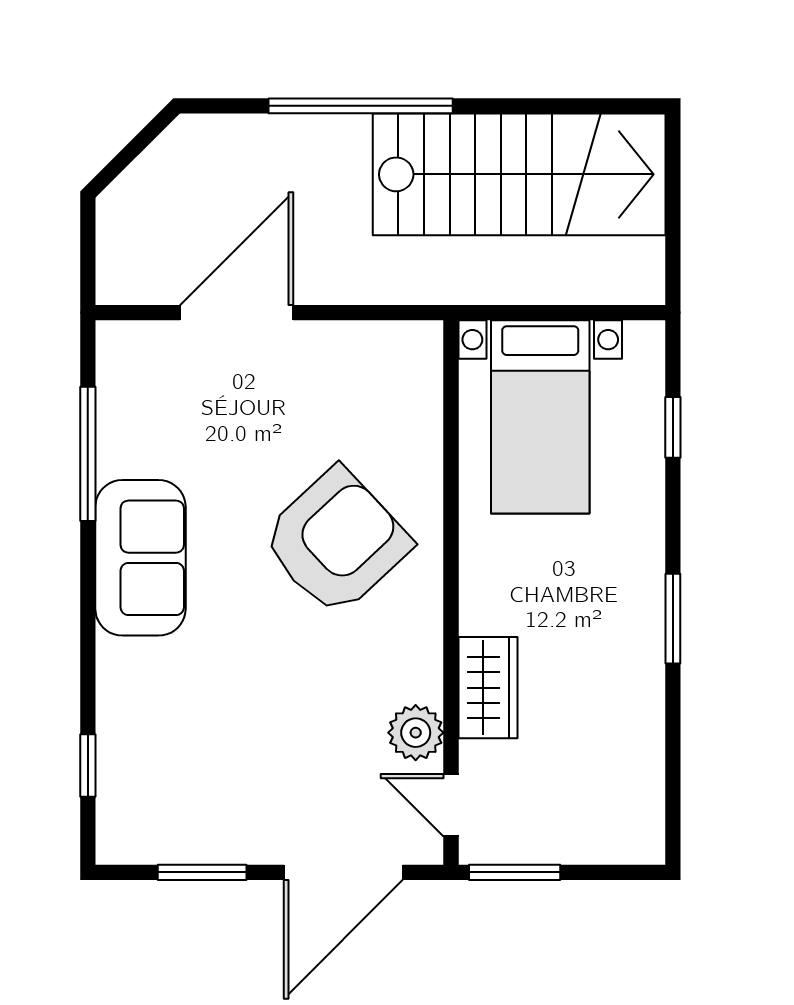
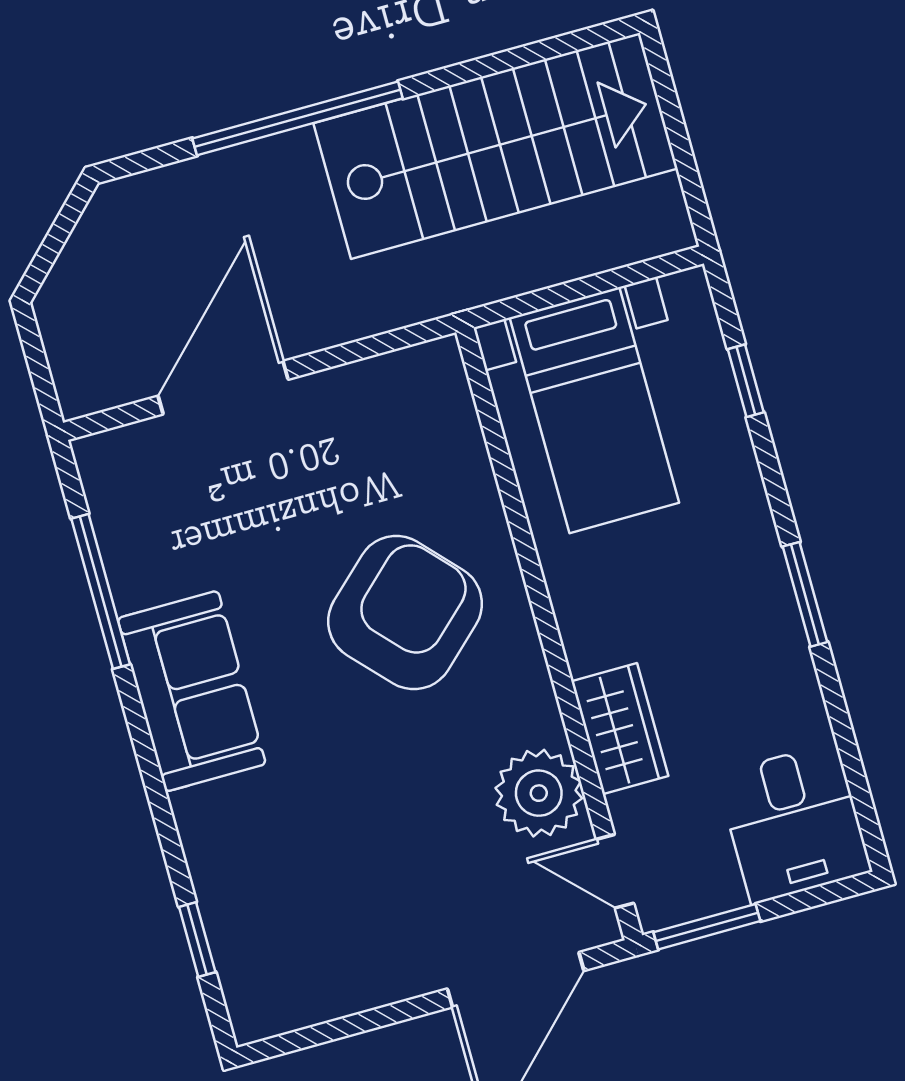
plant: (416, 733) -> (539, 793), width x1.36, depth x1.36
desk: (611, 806) -> (794, 823), added
window: (202, 872) -> (358, 1023), removed

